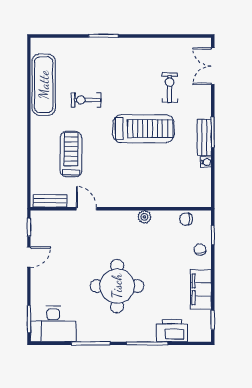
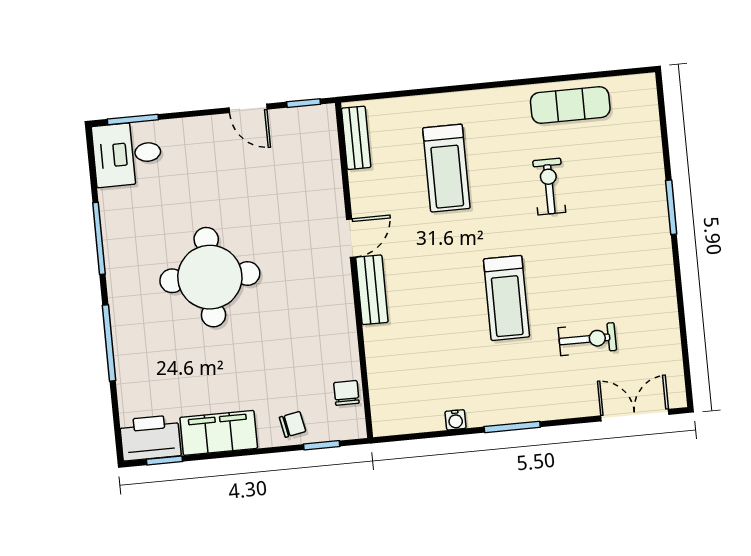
exercise mat: (44, 85) -> (570, 105), width x0.73, depth x0.69
treadmill: (143, 129) -> (506, 298), width x0.73, depth x0.73
bench: (204, 137) -> (372, 290), moved, turned 90
treadmill: (71, 154) -> (446, 168), turned 90
door: (86, 209) -> (351, 238), moved
plant: (144, 217) -> (343, 316), removed
desk: (53, 324) -> (127, 154), width x0.73
printer: (172, 331) -> (150, 438), moved, turned -90

